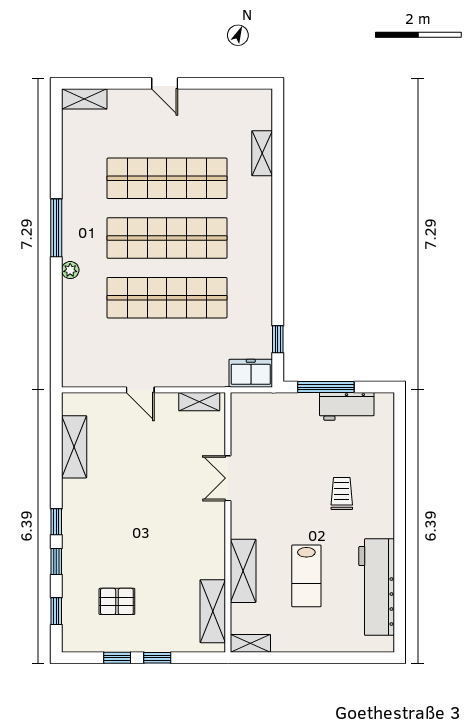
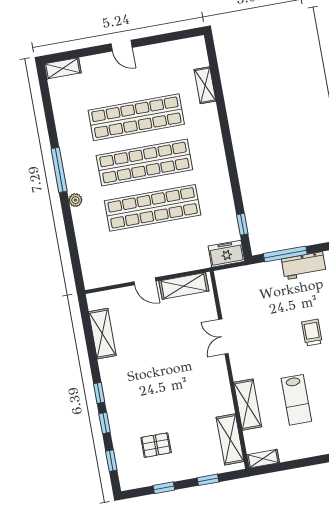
shelving: (199, 402) -> (184, 286), width x1.50, depth x1.33
window: (157, 658) -> (208, 480), moved

